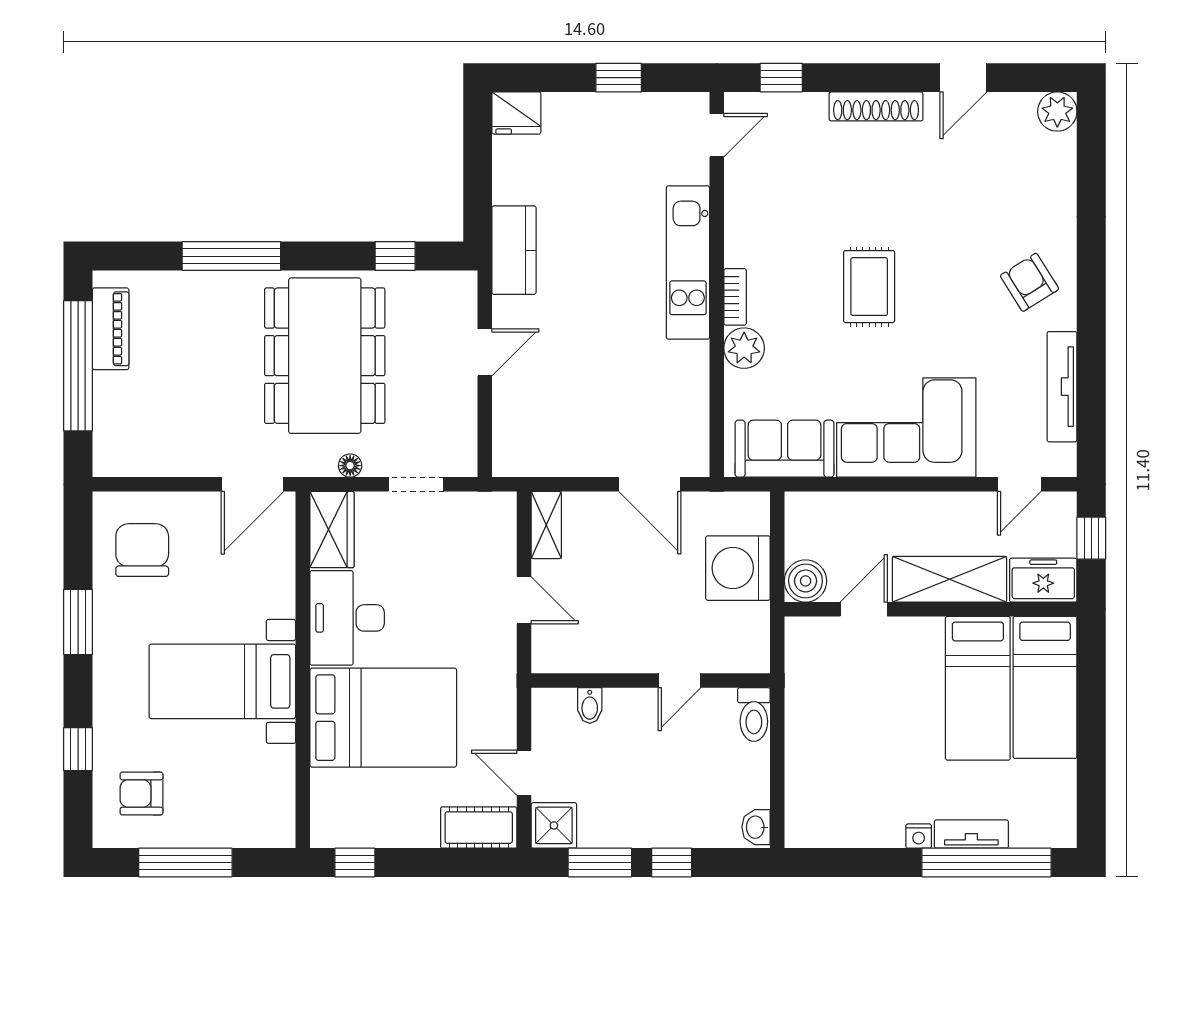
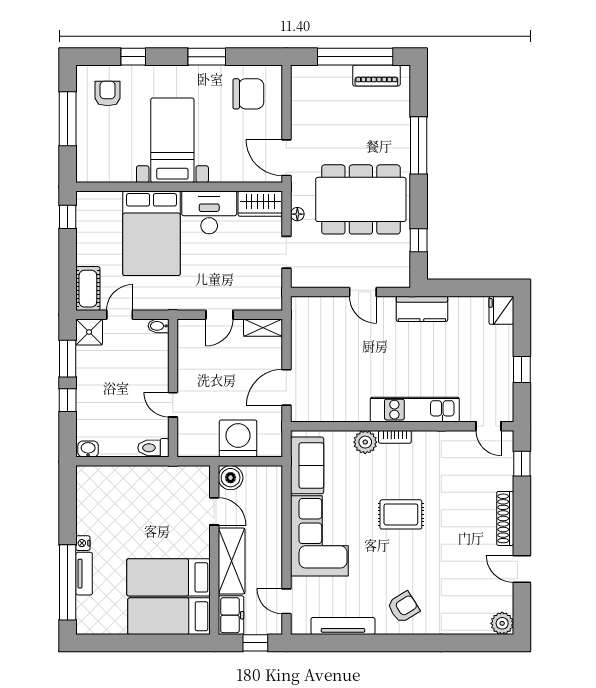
bidet: (590, 706) -> (158, 326), moved

